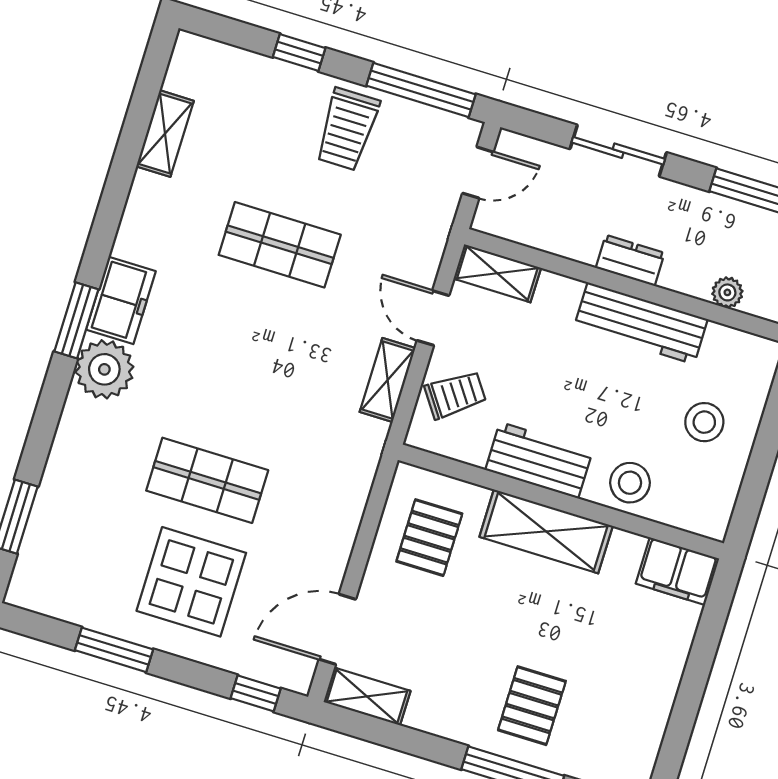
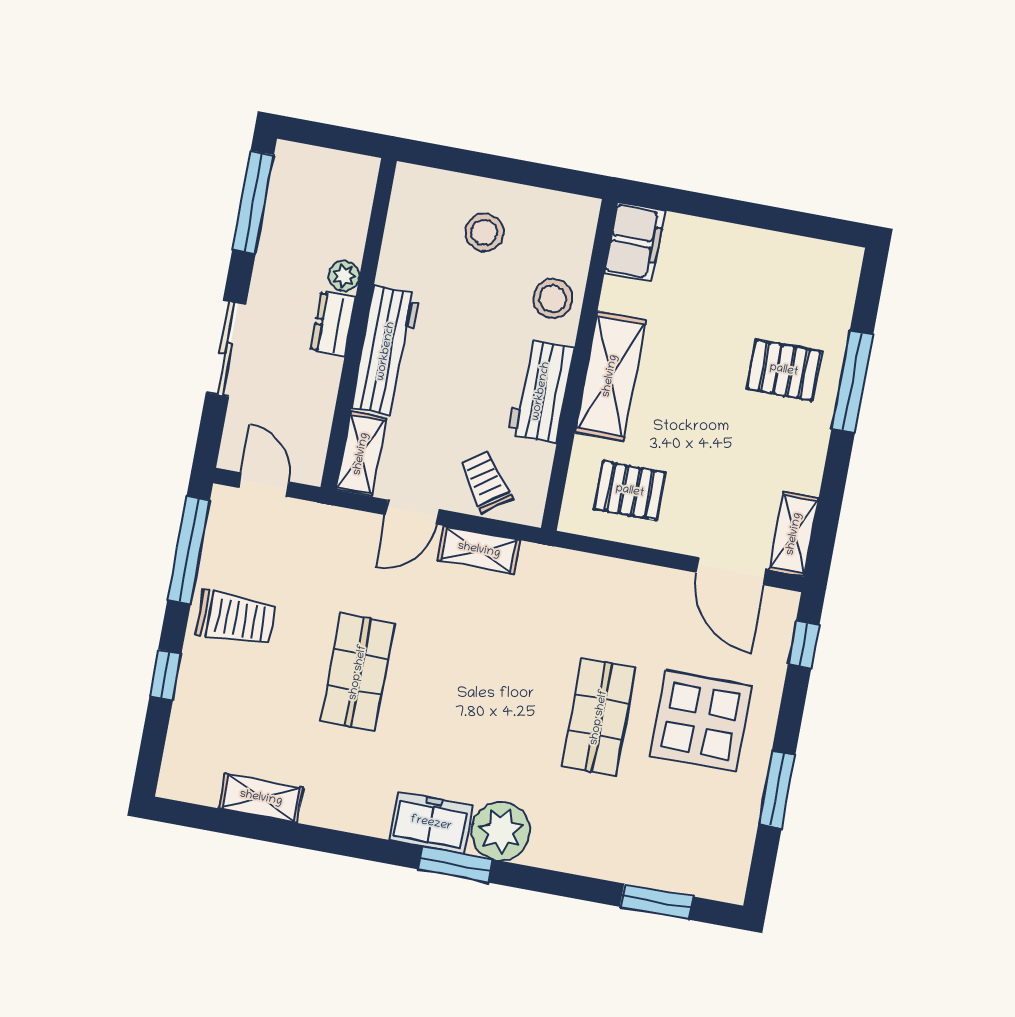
plant: (727, 292) -> (344, 276), moved
workbench: (641, 323) -> (386, 351), moved

